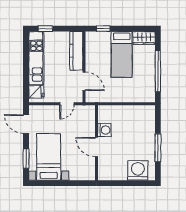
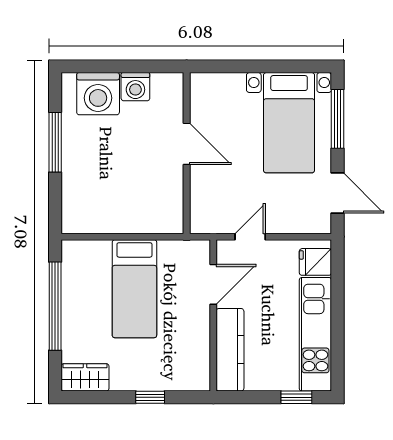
window: (103, 29) -> (150, 397), moved
bed: (122, 54) -> (134, 289), moved, turned 180
door: (84, 81) -> (213, 284), swing flipped
washing machine: (104, 130) -> (135, 87), moved, turned -90
window: (26, 159) -> (338, 119), width x1.44

